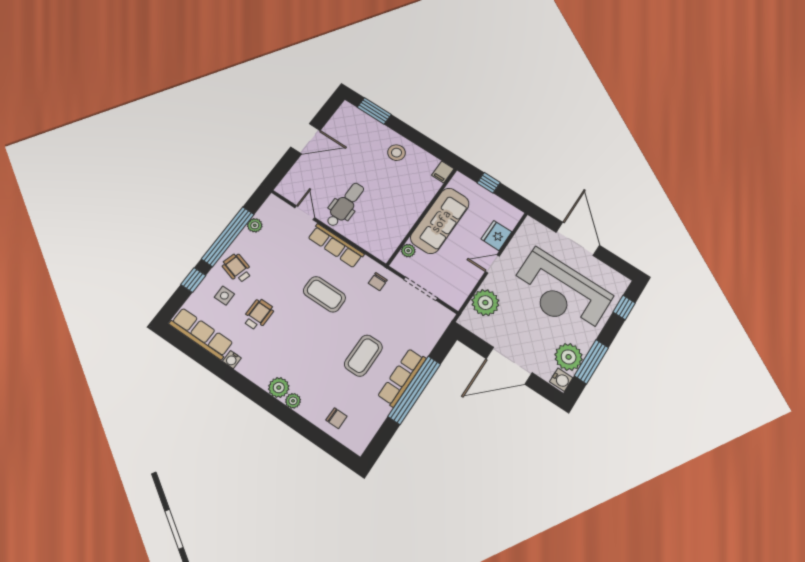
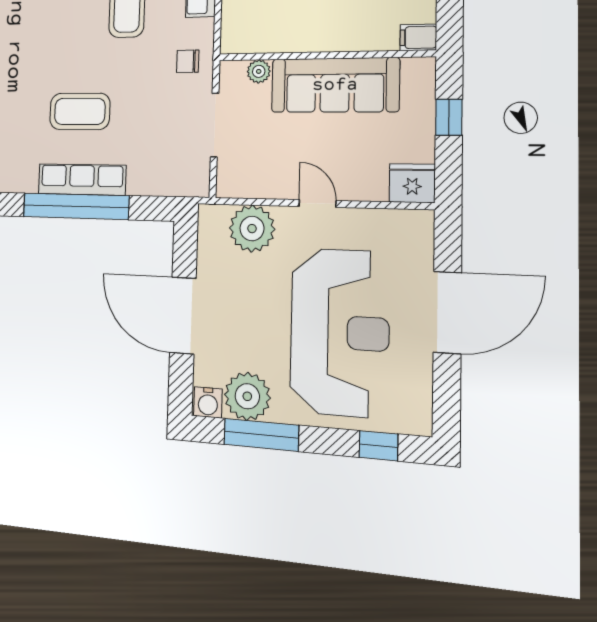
fridge: (496, 235) -> (412, 183), moved
reception desk: (561, 292) -> (340, 332), turned 180

